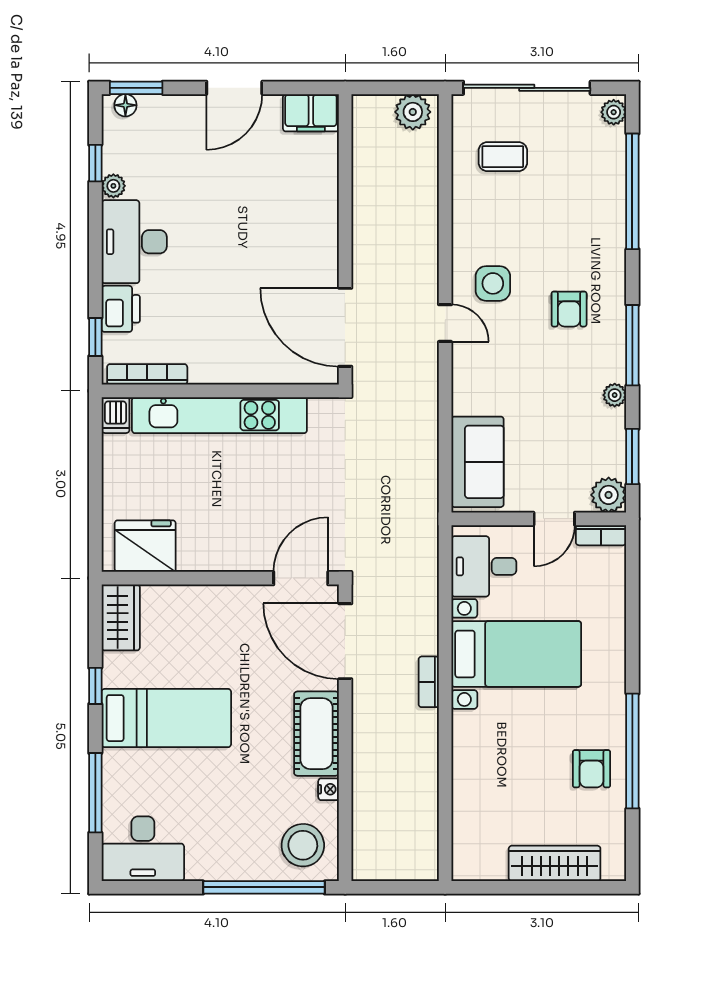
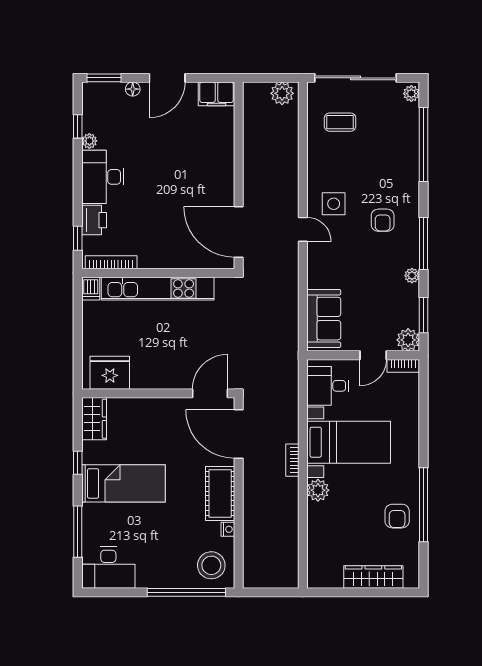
floor lamp: (125, 105) -> (133, 89), moved
plant: (469, 729) -> (318, 490), added

